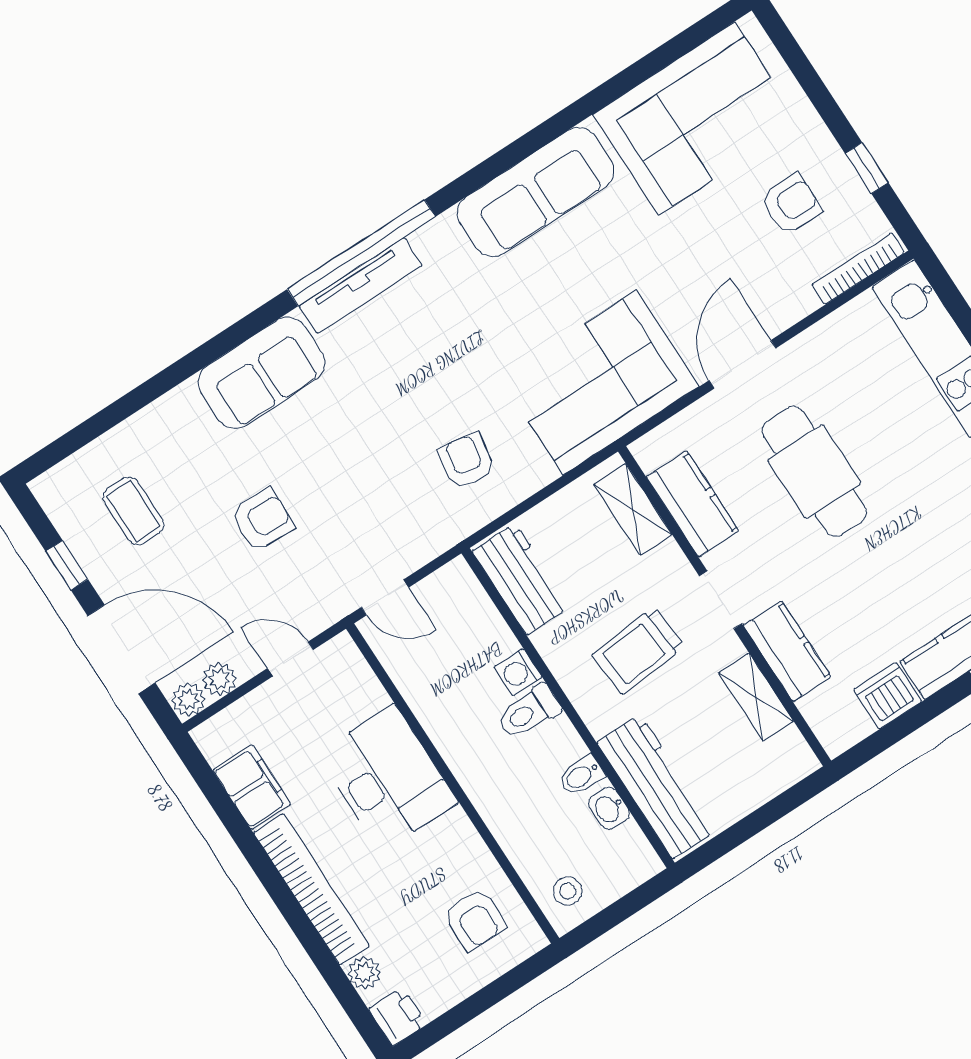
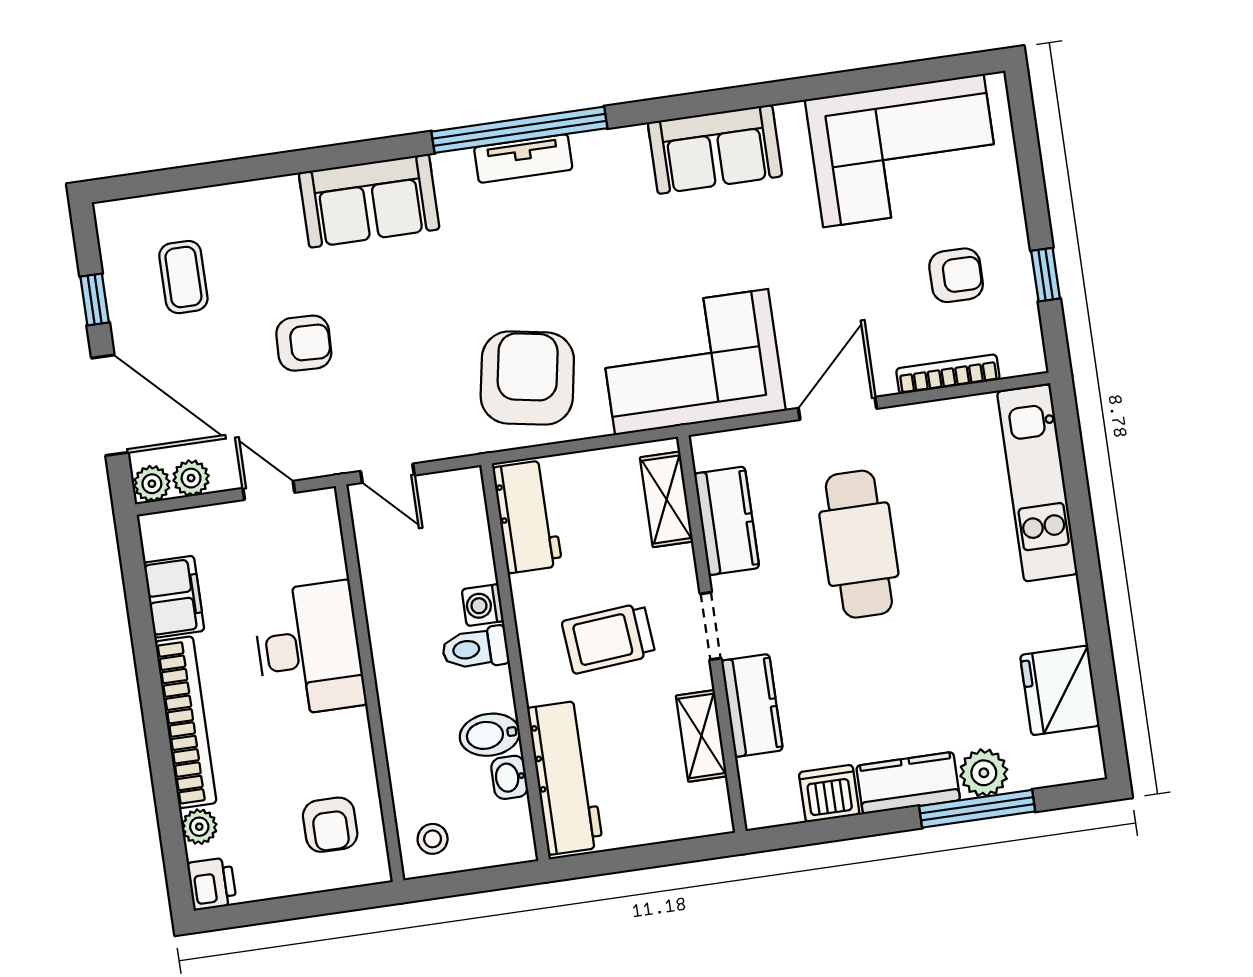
sofa: (536, 192) -> (715, 149), width x0.73
bookcase: (858, 269) -> (948, 374), moved
tv unit: (361, 286) -> (523, 158), width x0.71
armchair: (466, 461) -> (527, 378), width x1.88, depth x1.88
bidet: (582, 776) -> (490, 735), width x1.38, depth x1.36

